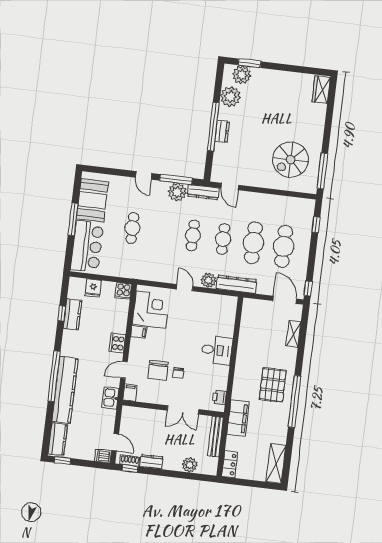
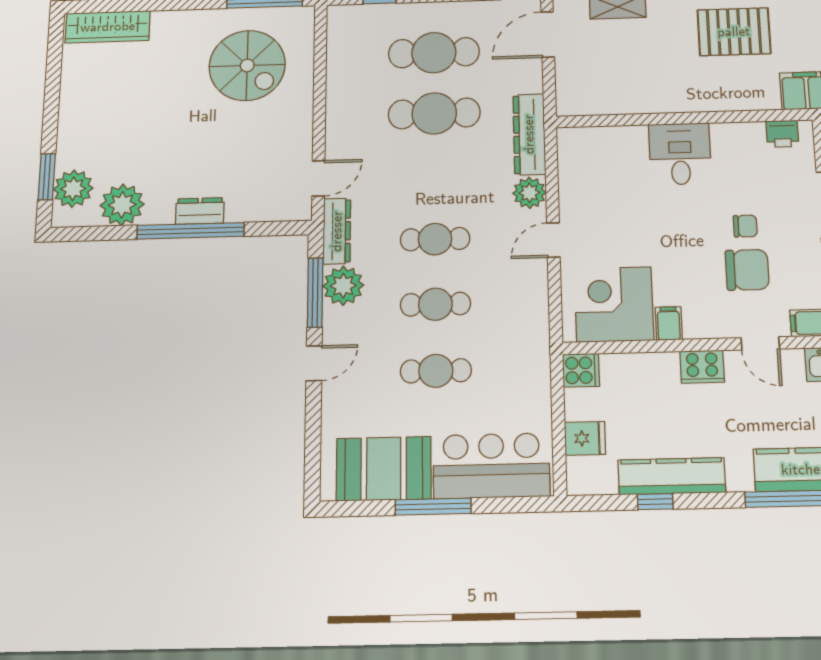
wardrobe: (321, 90) -> (108, 27), width x1.50
cafe table: (223, 239) -> (435, 304), moved
kitchen counter: (72, 315) -> (672, 476), width x1.50

